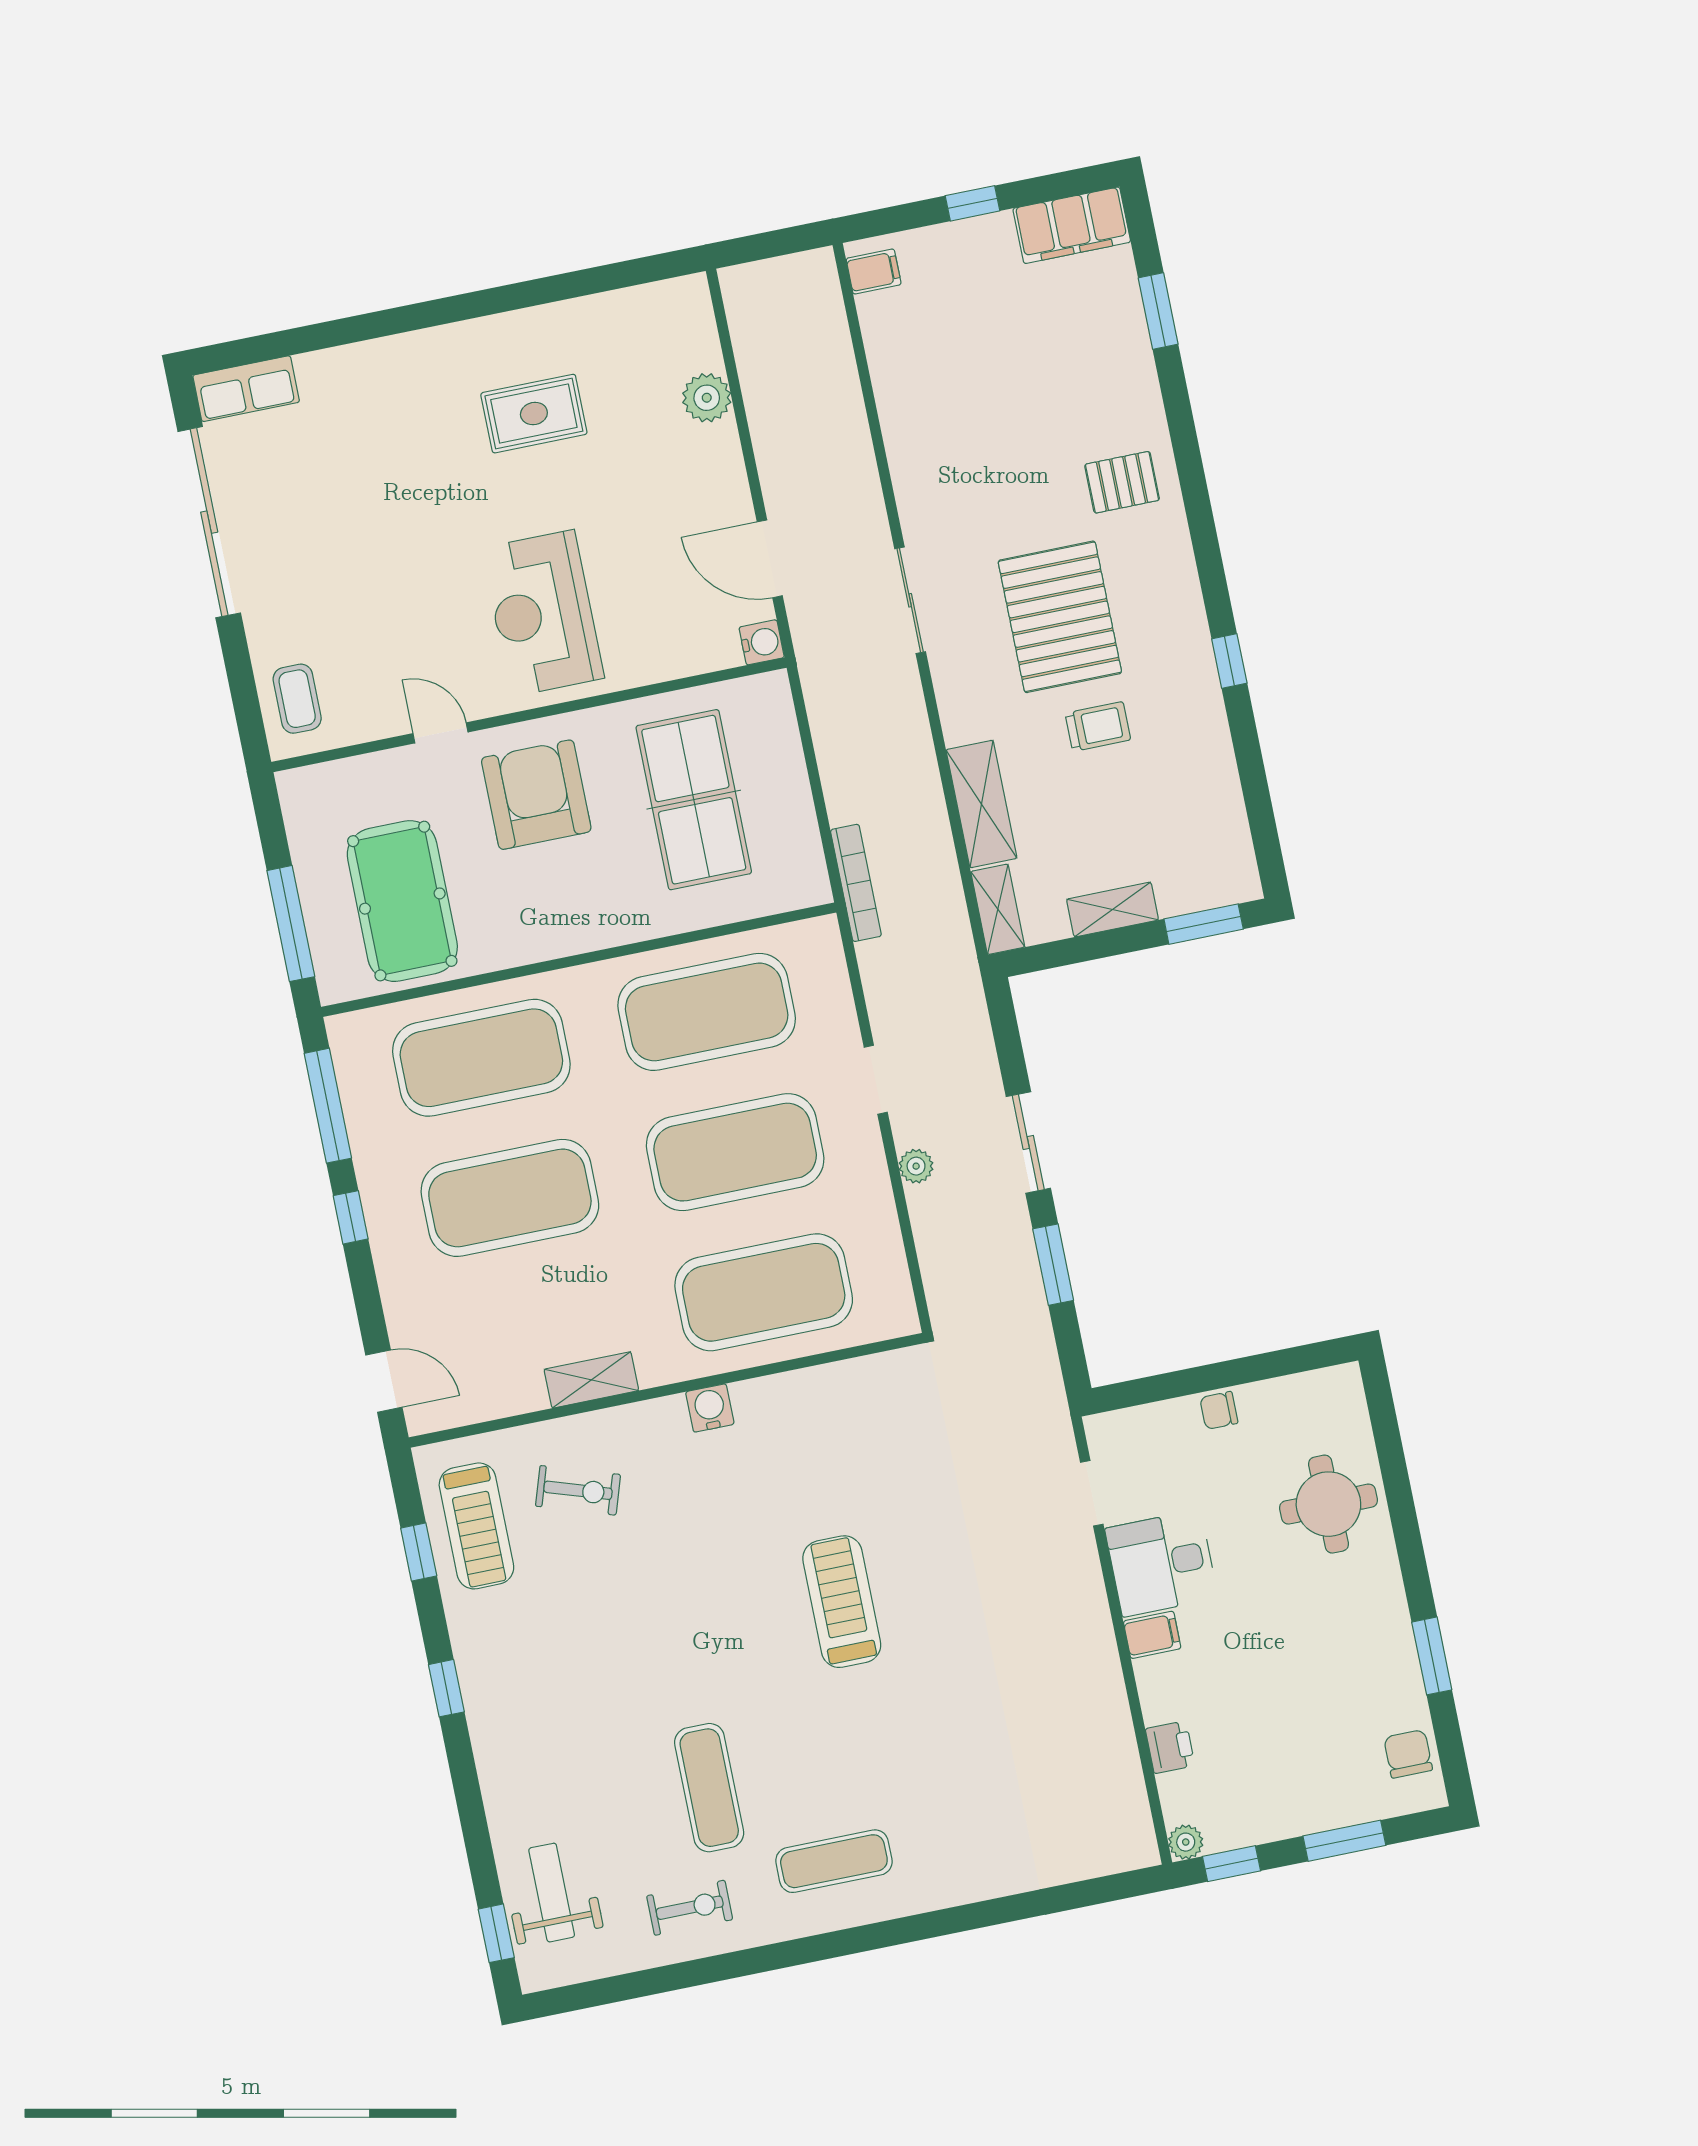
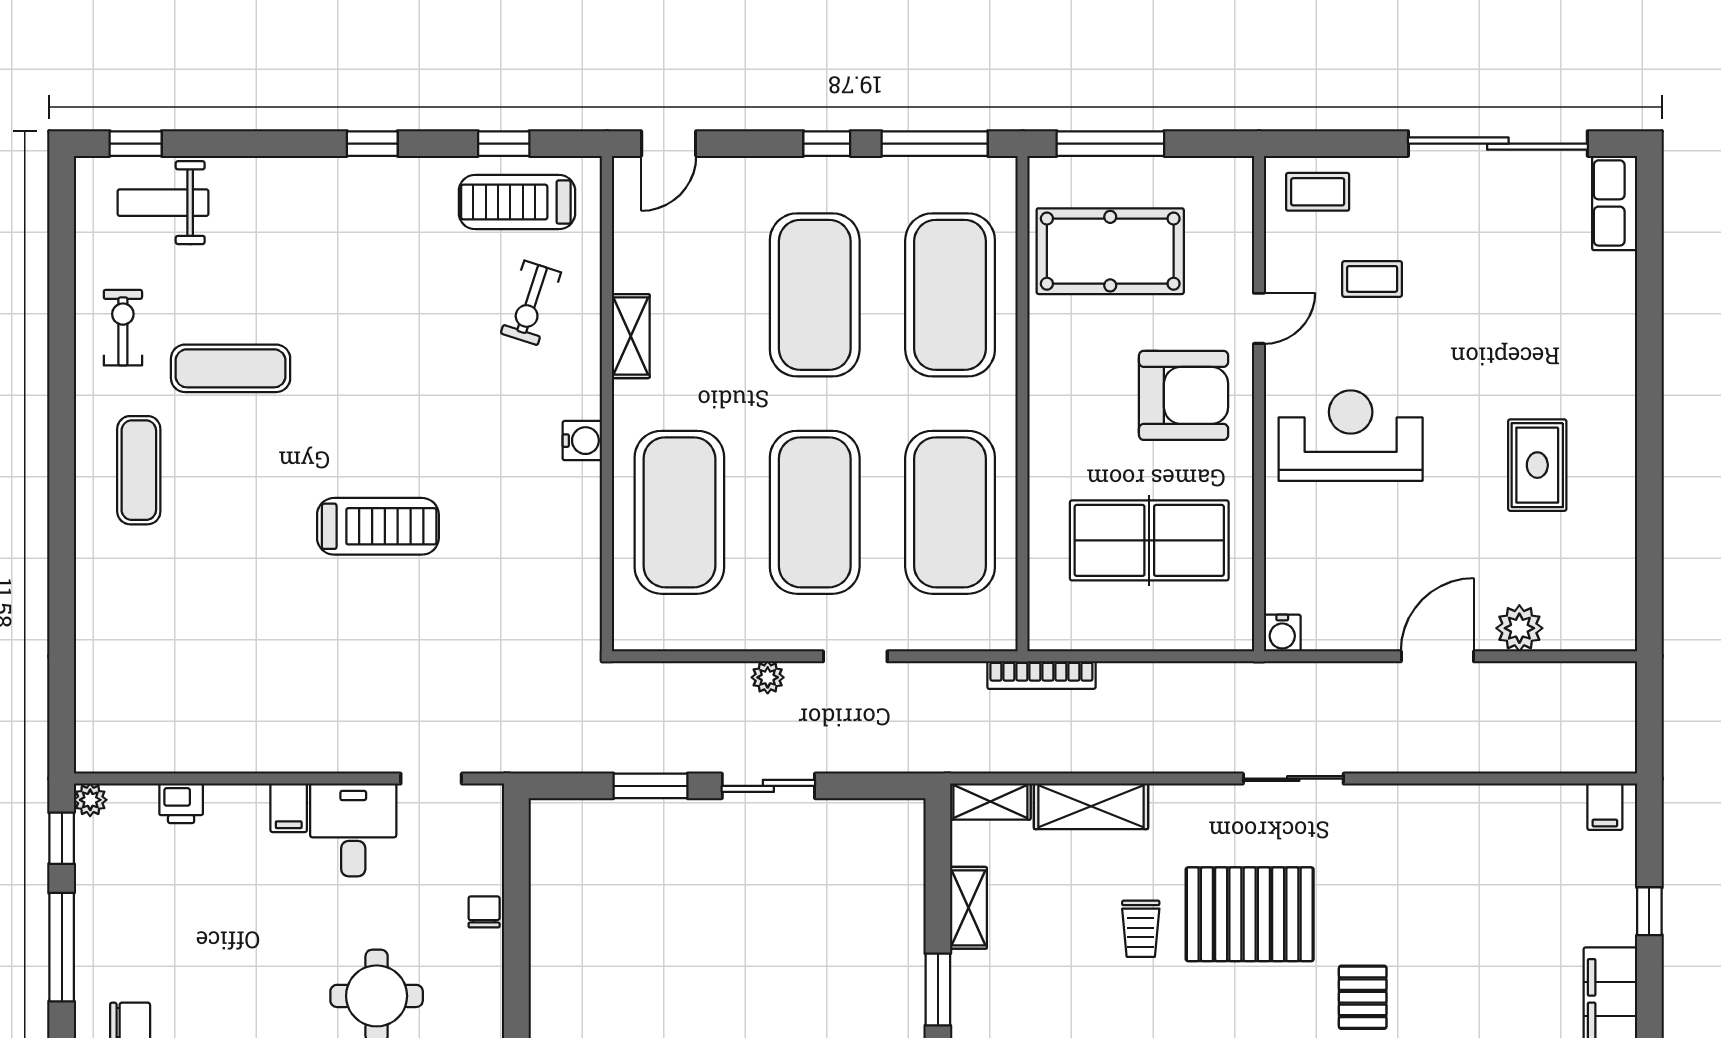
door: (770, 559) -> (1437, 656), moved
coffee table: (376, 624) -> (1372, 279), added
window: (1344, 1841) -> (62, 947), width x1.44
weight bench: (552, 1893) -> (163, 203), turned 180
exercise bike: (690, 1908) -> (123, 328), turned 180

